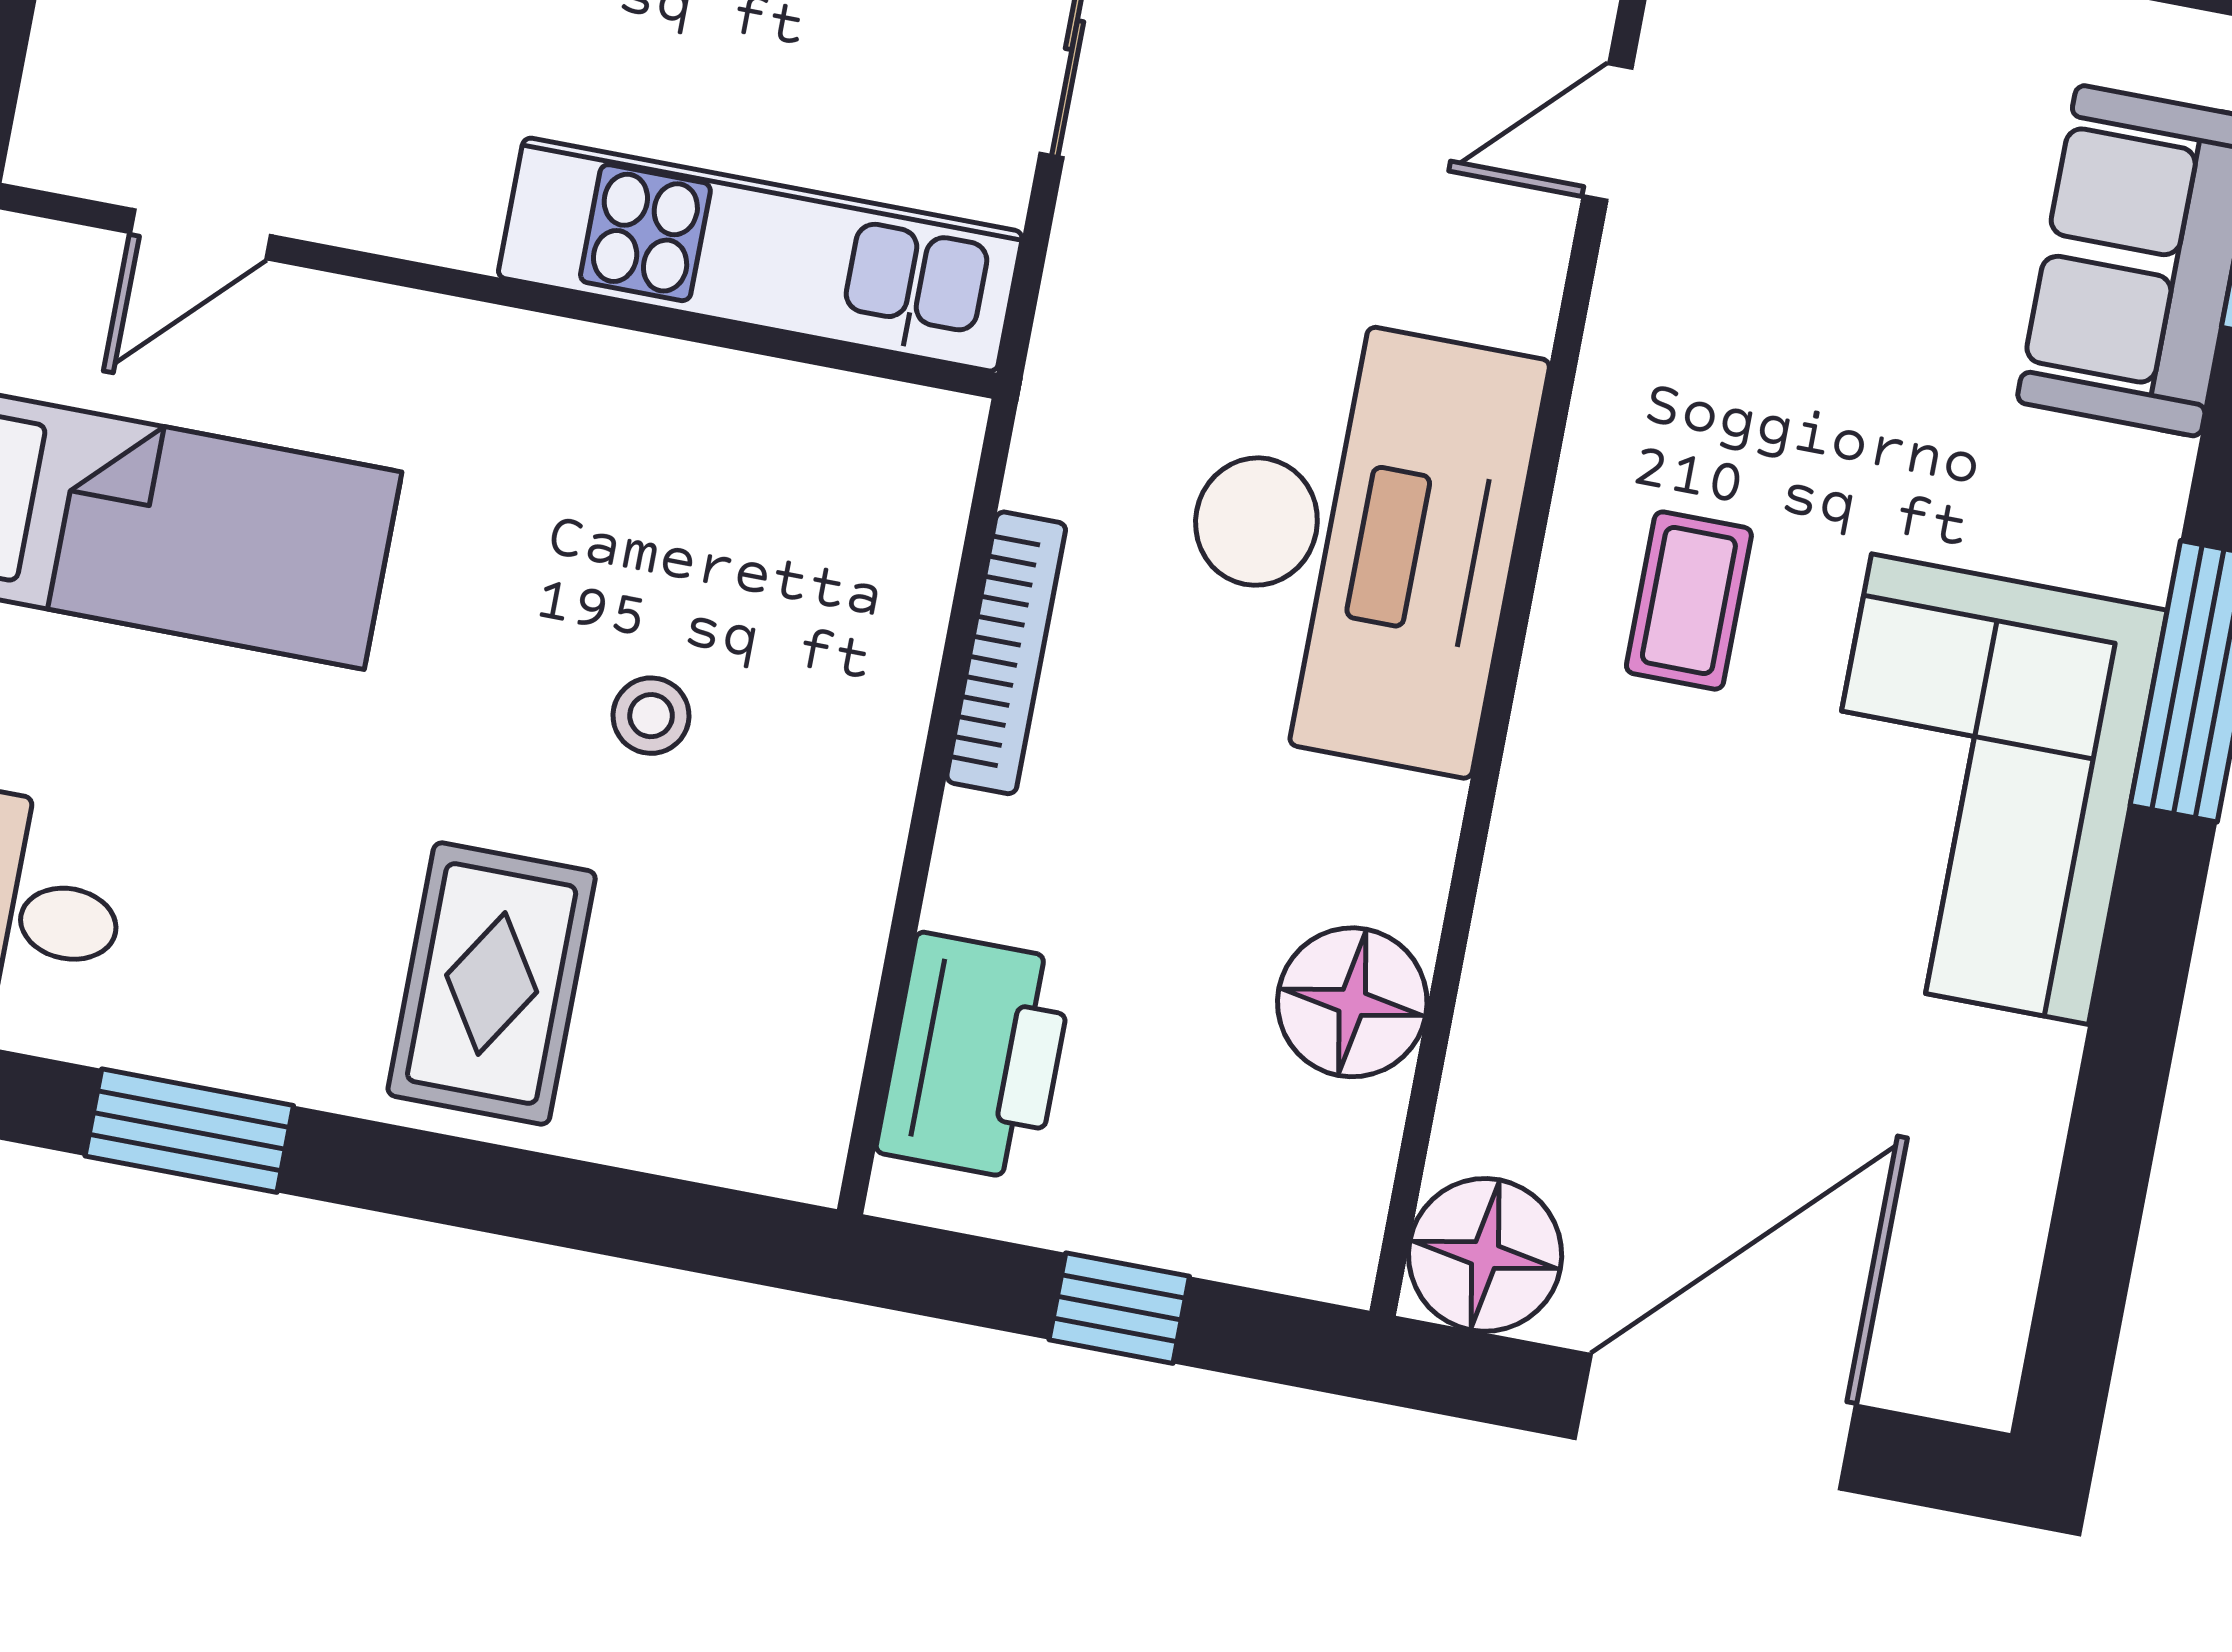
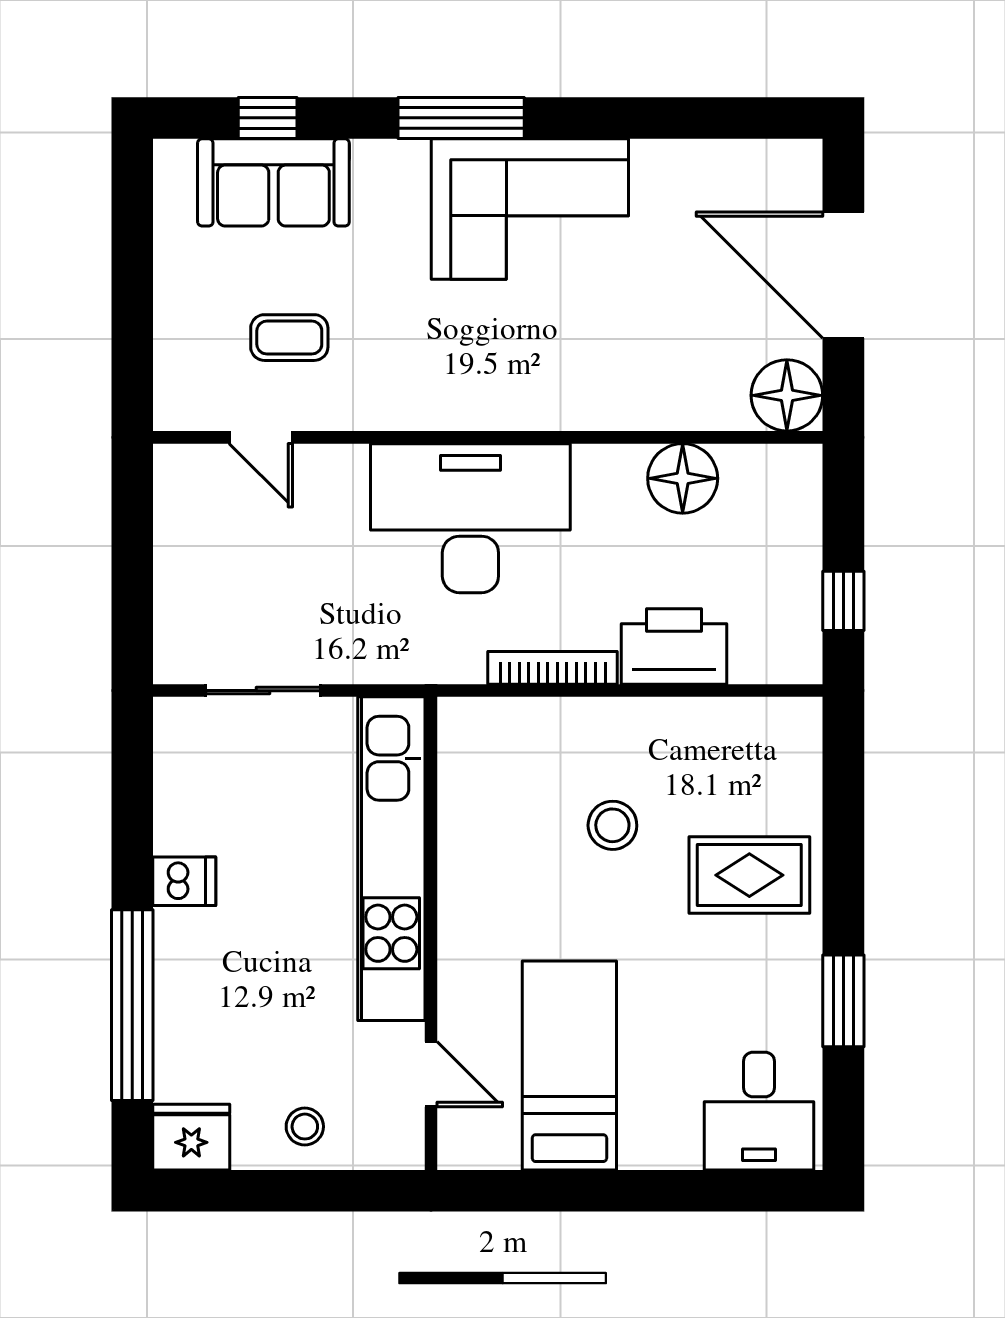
kitchen unit: (760, 255) -> (391, 859), width x1.36
coffee table: (1689, 601) -> (289, 338), moved
stool: (651, 716) -> (612, 825), width x1.37, depth x1.37
printer: (976, 1057) -> (674, 646), moved
window: (1119, 1308) -> (843, 601), moved

